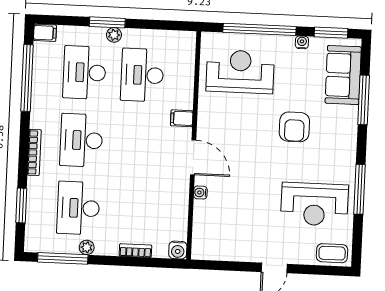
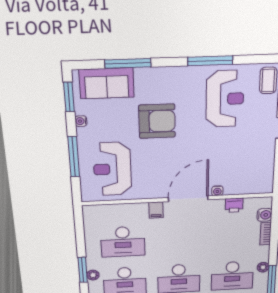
window: (259, 29) -> (74, 157), width x0.68
plant: (114, 35) -> (93, 275), moved
armchair: (294, 127) -> (157, 121), width x1.36, depth x1.36
door: (193, 157) -> (188, 199), width x1.36
printer: (179, 212) -> (234, 205), added
water cooler: (178, 250) -> (265, 215), moved

